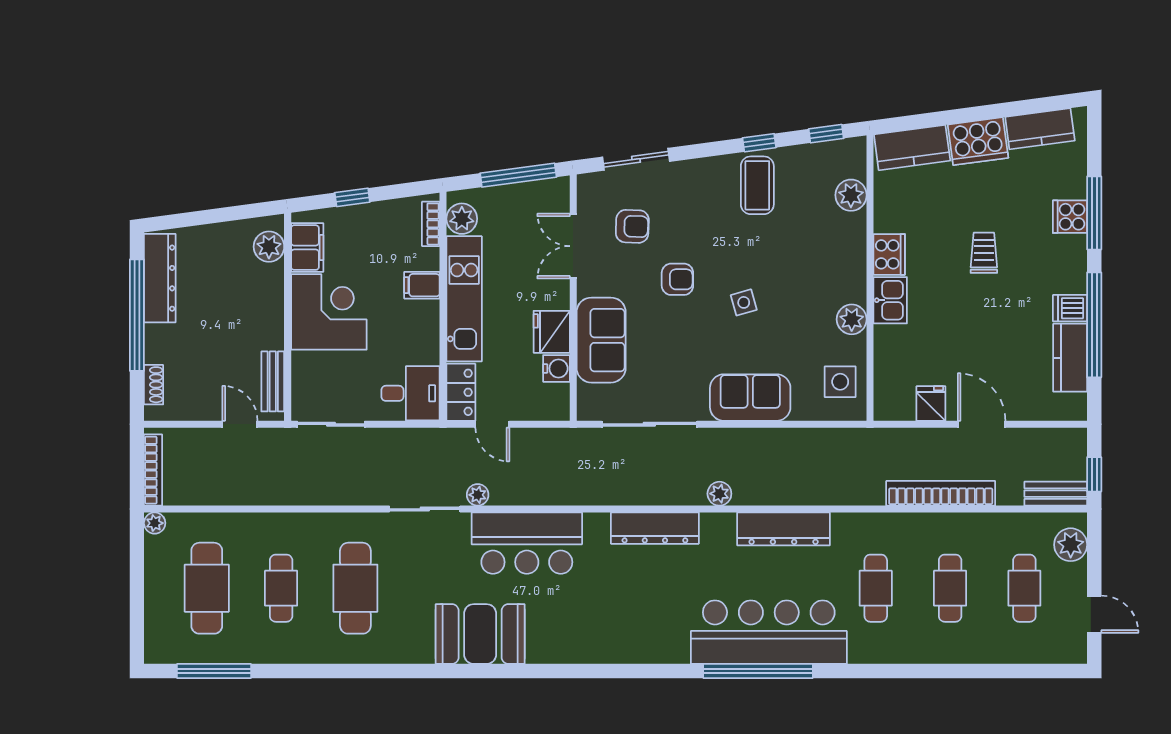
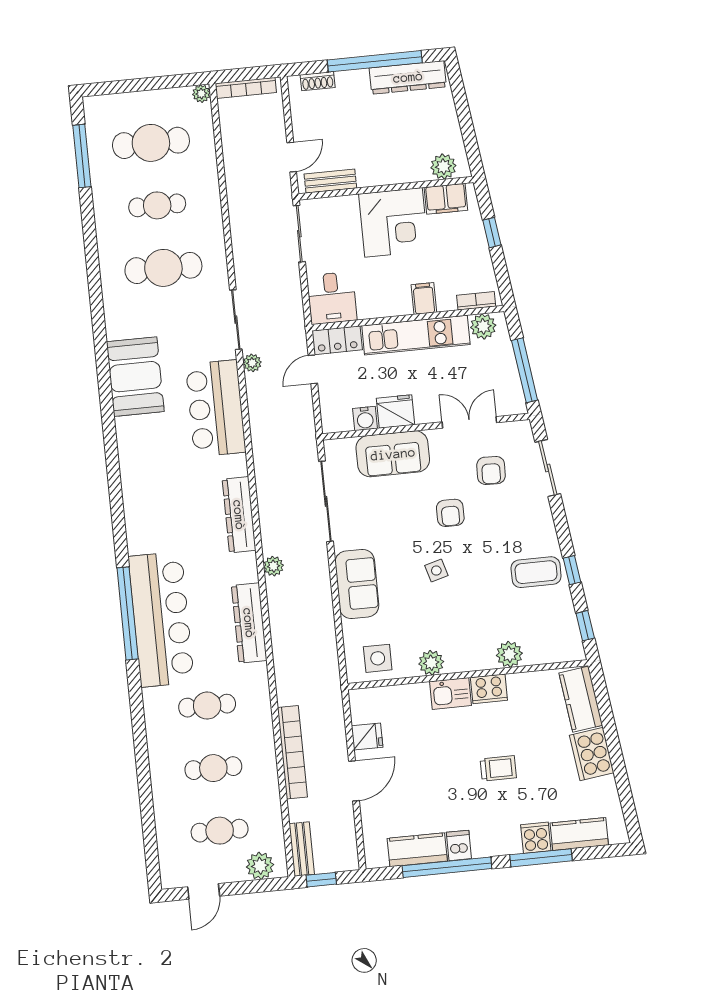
kitchen counter: (1040, 129) -> (579, 834), moved, turned 98
plant: (851, 195) -> (509, 654), moved

